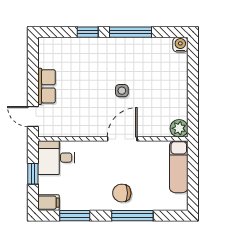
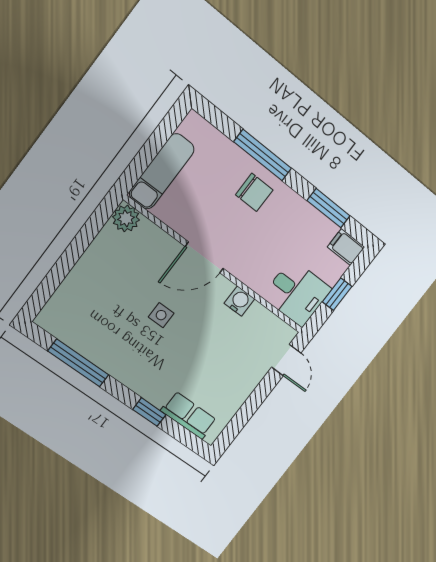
window: (131, 32) -> (78, 363), moved
water cooler: (180, 45) -> (239, 301), moved, turned 180
row of seats: (46, 86) -> (189, 415), moved, turned 90

